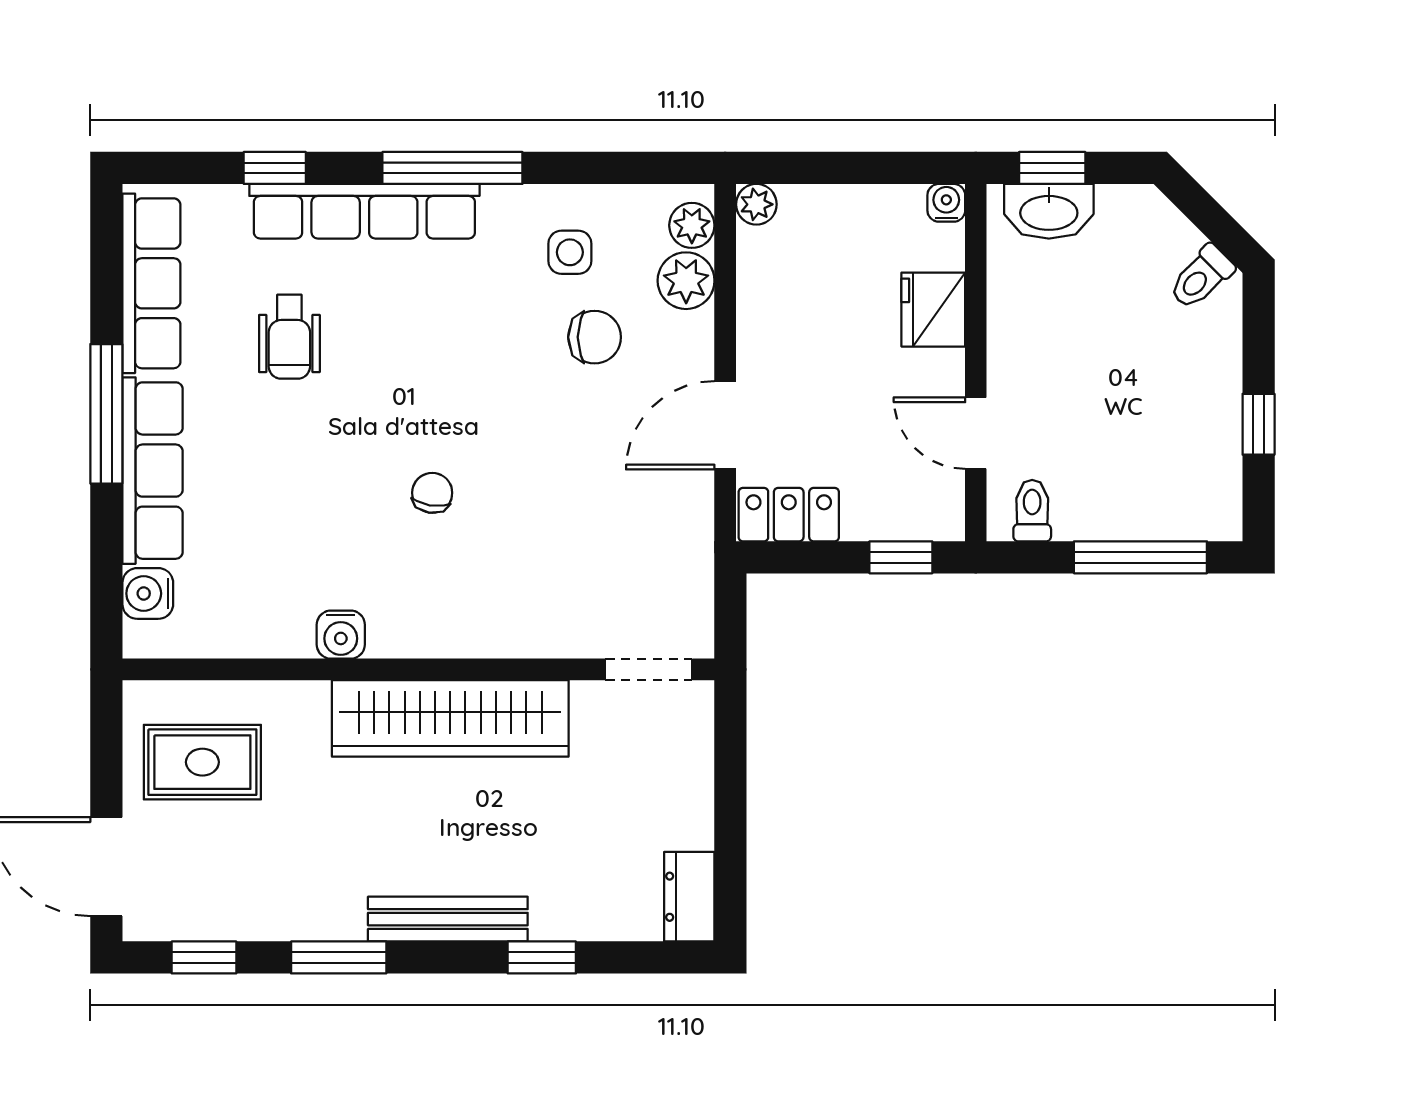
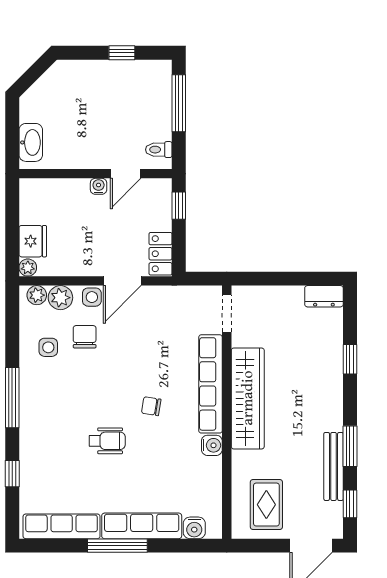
window: (1052, 168) -> (12, 141), removed
water cooler: (946, 203) -> (99, 186), moved, turned 90
row of seats: (364, 211) -> (210, 384), moved, turned 180
toilet: (1201, 277) -> (59, 77), removed
fridge: (933, 310) -> (33, 241), moved, turned -90
wheelchair: (289, 337) -> (107, 441), moved
side table: (687, 354) -> (92, 297), added
door: (725, 425) -> (122, 281), hinge flipped
bench: (448, 919) -> (334, 466), moved

